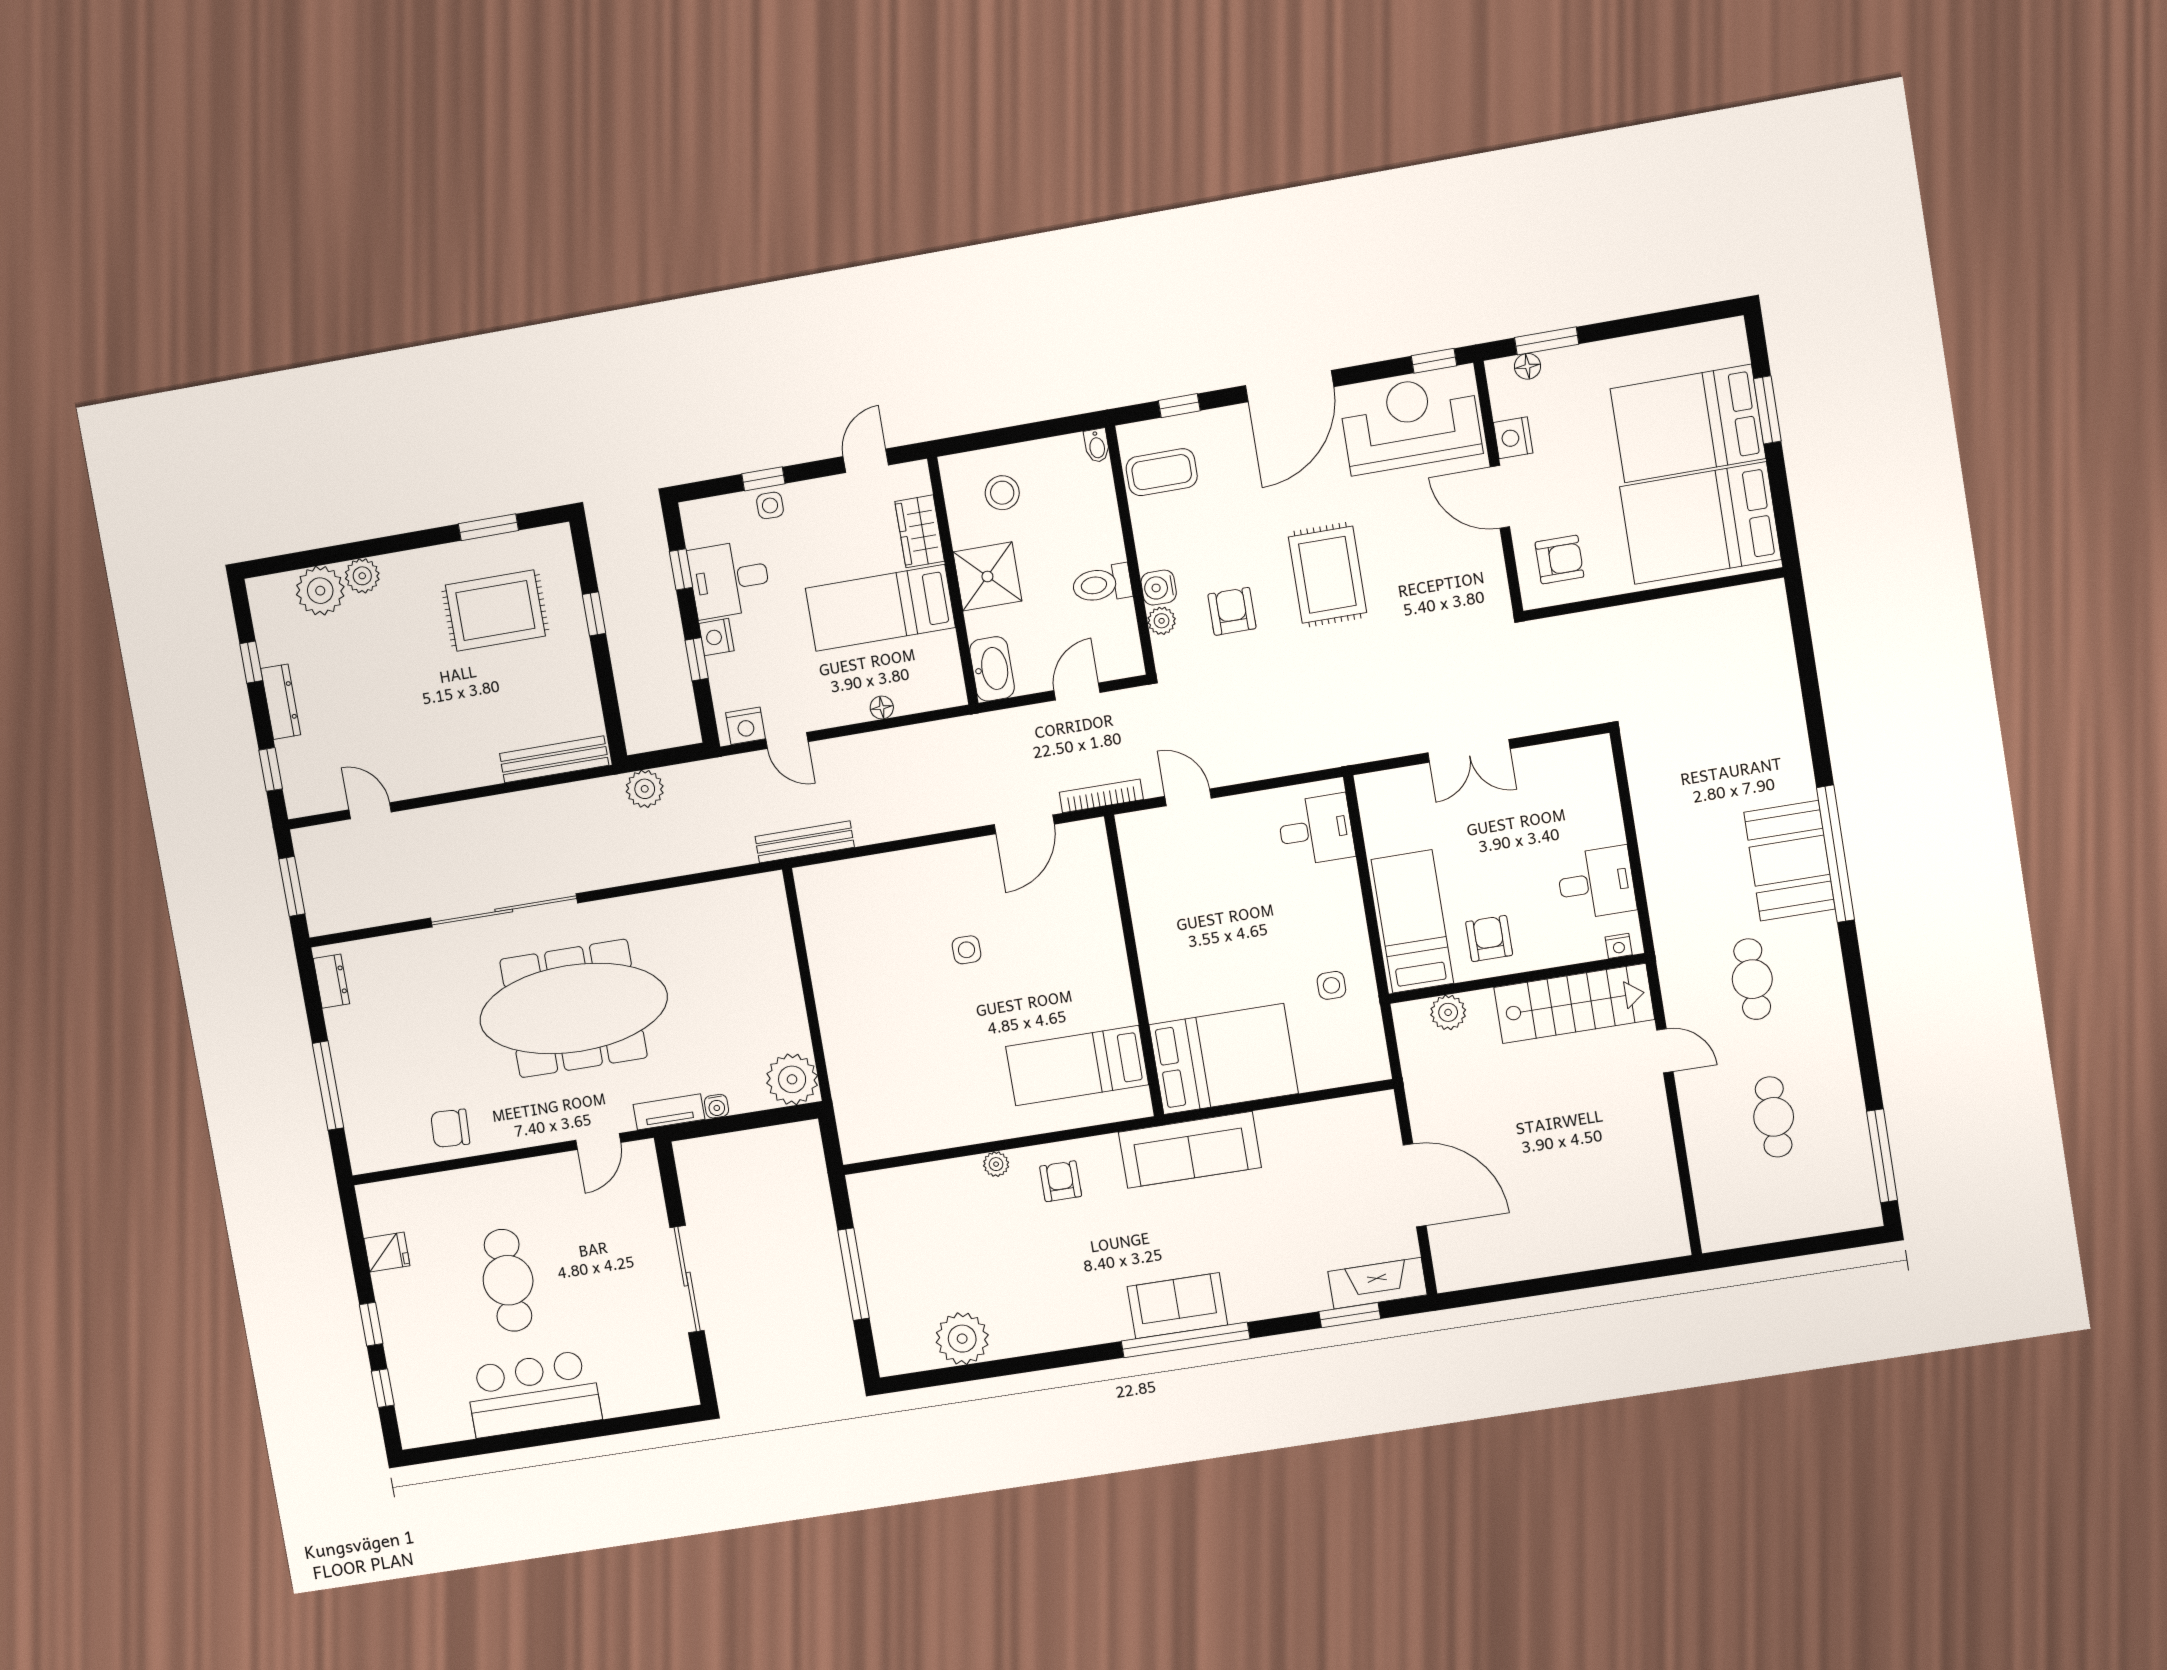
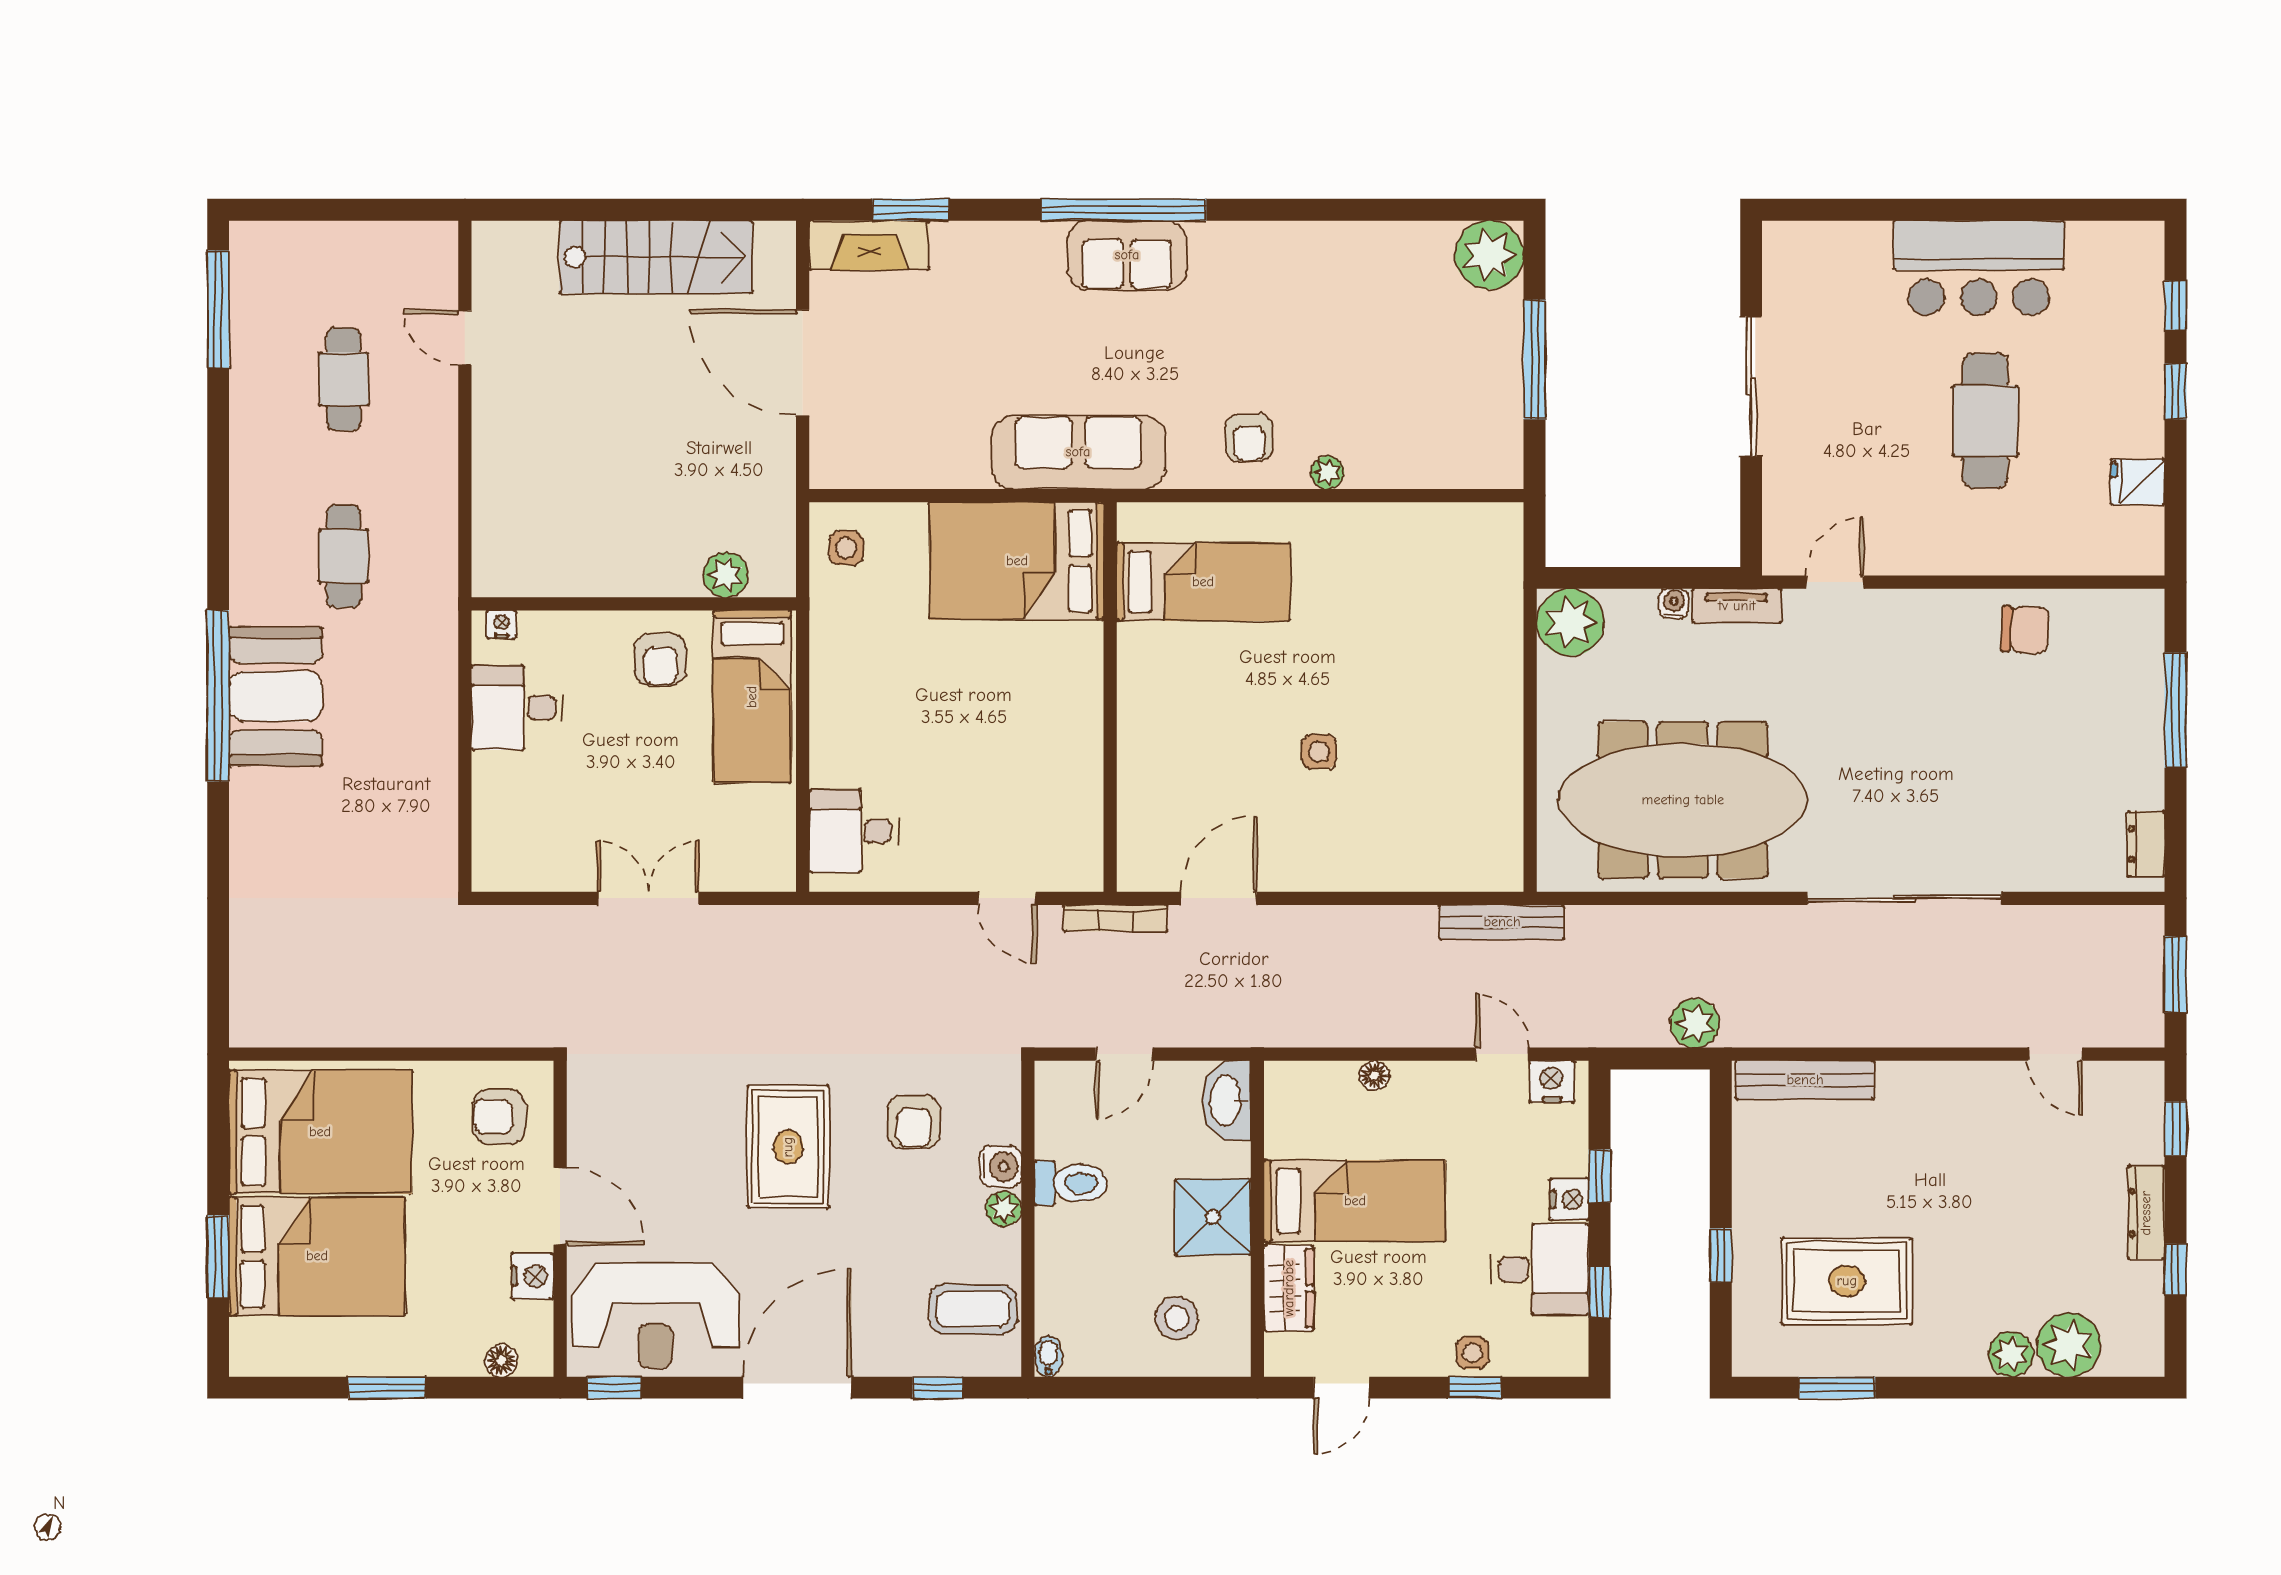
window: (1547, 341) -> (387, 1388), moved
plant: (1162, 621) -> (1004, 1209), moved
side table: (1331, 985) -> (846, 548), moved
stairs: (1574, 1003) -> (656, 257), moved, turned 180
meeting table: (574, 1008) -> (1683, 800), moved
door: (1665, 1051) -> (465, 338), moved
plant: (962, 1339) -> (1489, 255), moved

